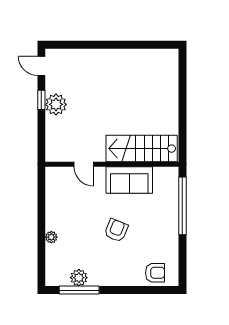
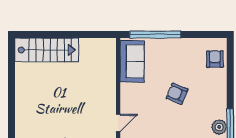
stairs: (142, 149) -> (47, 50), moved, turned -90
sofa: (129, 180) -> (132, 61), moved

